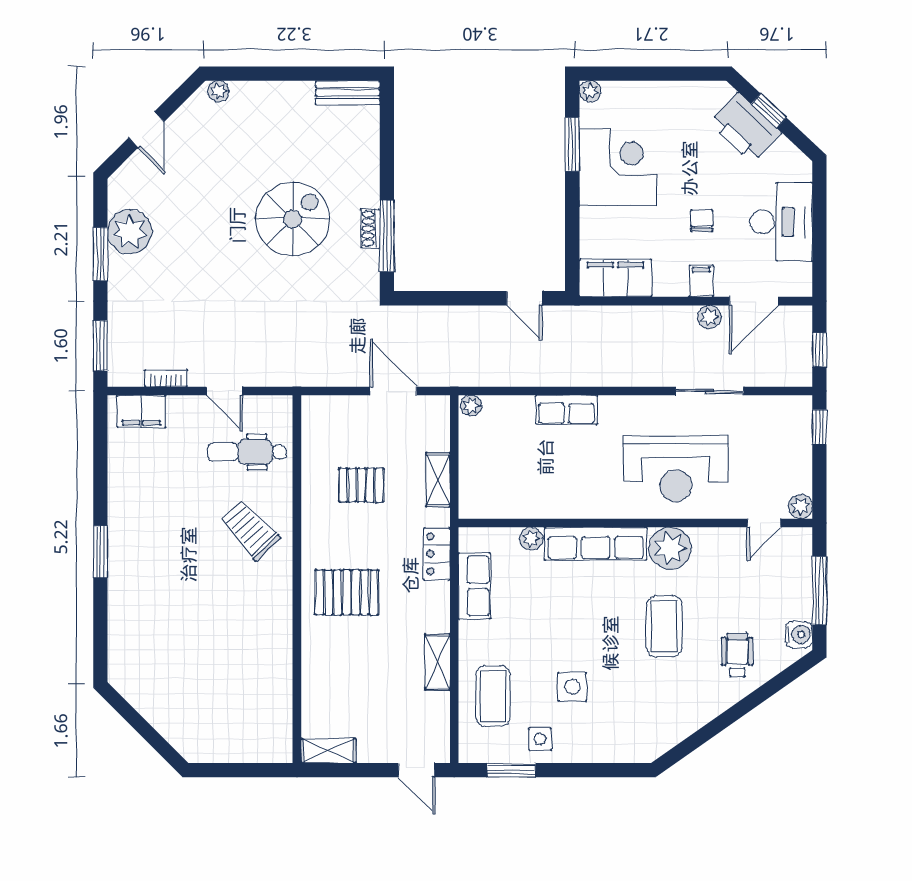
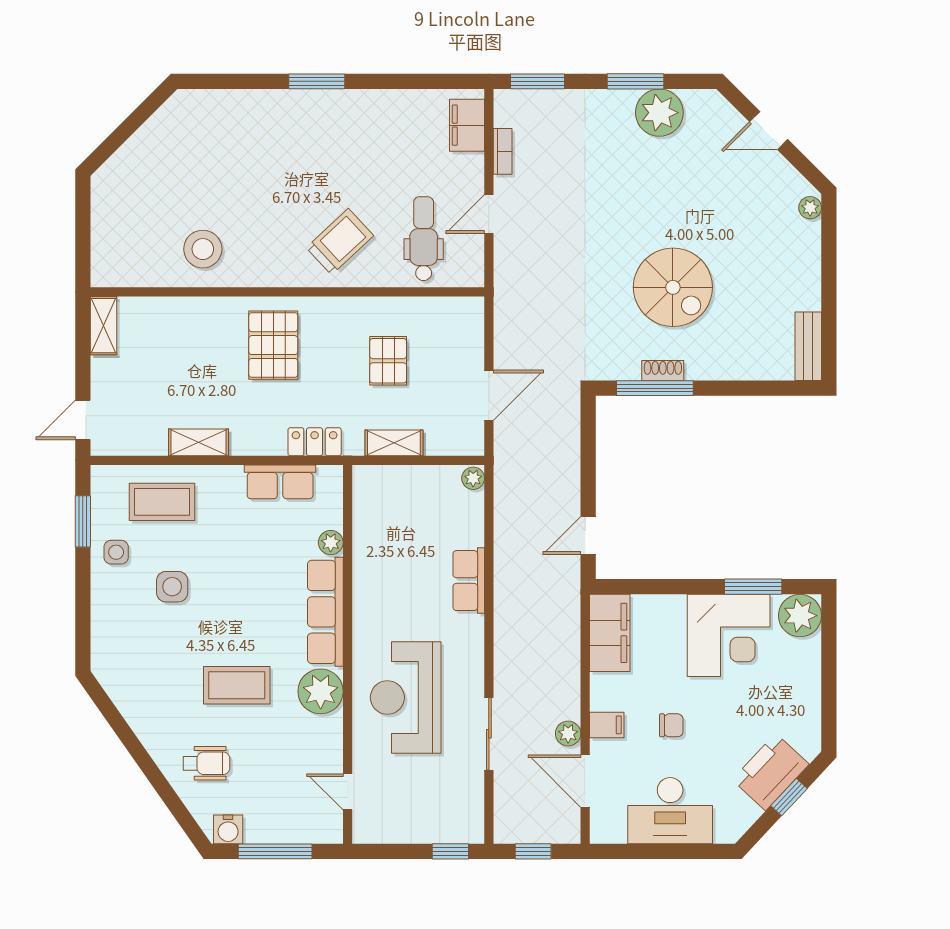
plant: (590, 91) -> (800, 616), width x1.87, depth x1.87
plant: (800, 507) -> (365, 831), removed
stool: (257, 658) -> (203, 249), added

